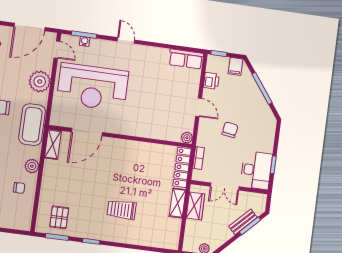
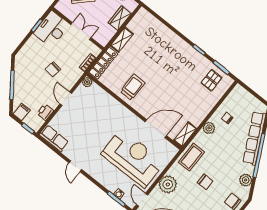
door: (126, 40) -> (75, 166), moved
coffee table: (32, 125) -> (191, 157), width x0.73, depth x0.76
wardrobe: (195, 206) -> (120, 18), moved
trolley: (122, 210) -> (133, 87), moved, turned -90

